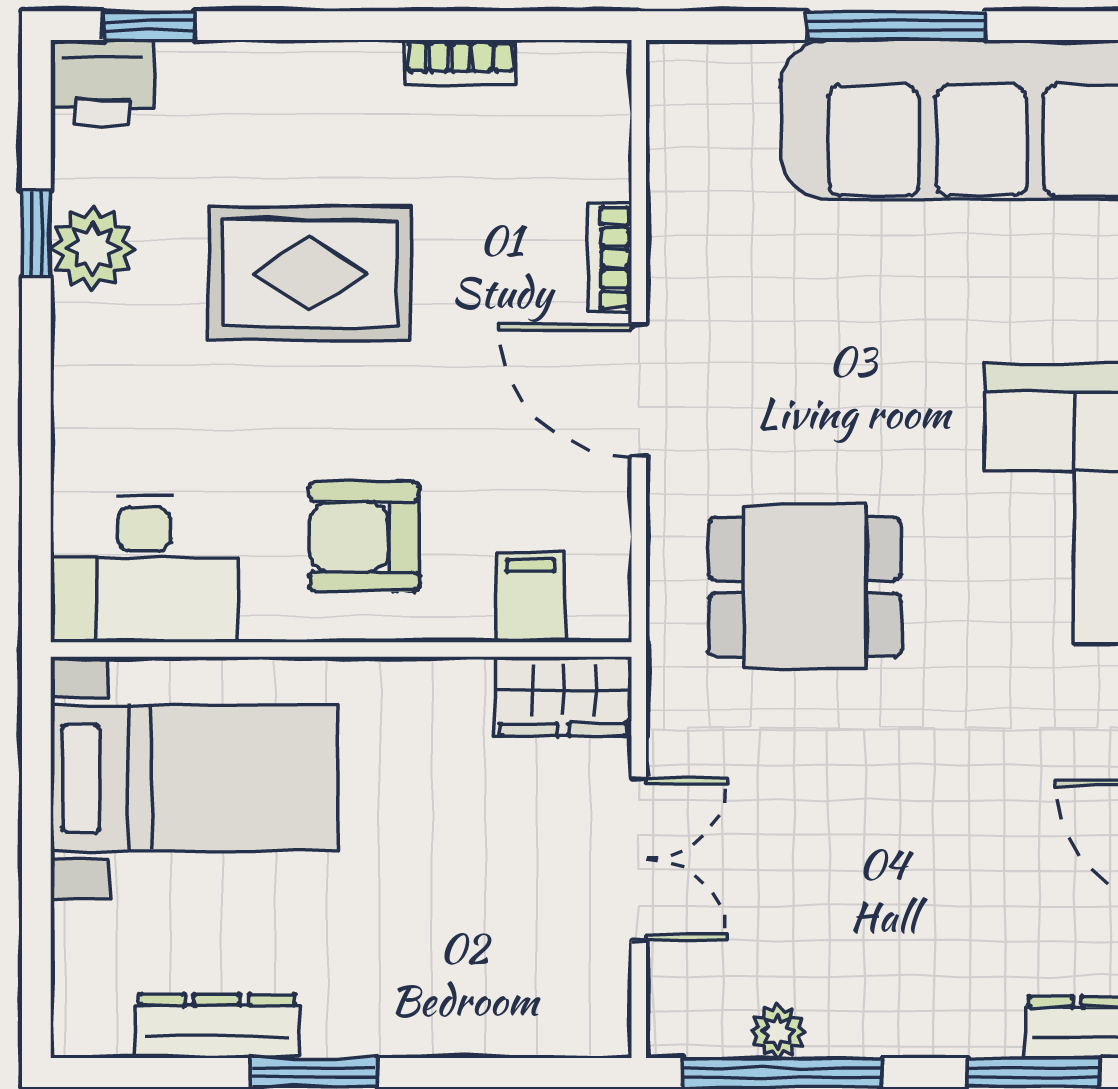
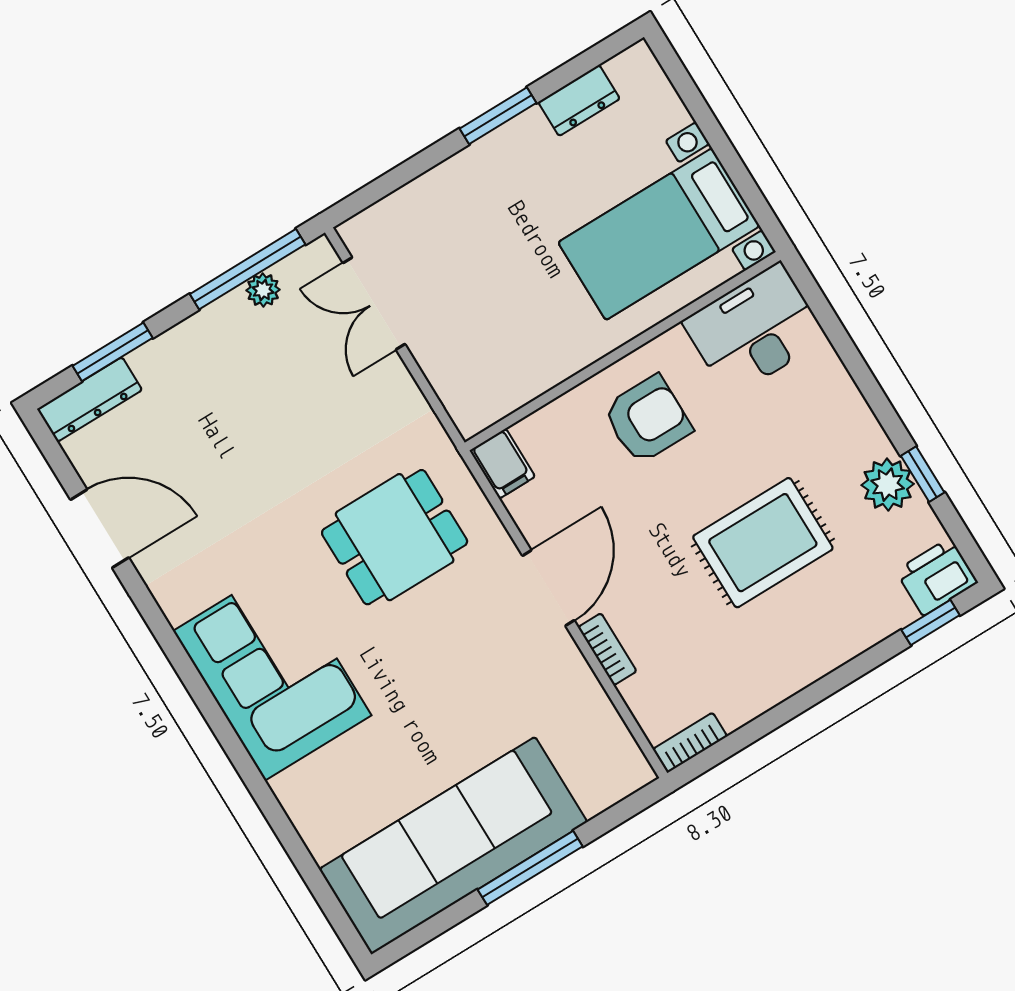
bookcase: (460, 62) -> (690, 743), moved
door: (639, 390) -> (548, 588), hinge flipped
filing cabinet: (531, 597) -> (502, 464), moved
wardrobe: (563, 696) -> (488, 399), removed
double door: (639, 859) -> (374, 303), moved
dresser: (217, 1026) -> (579, 100), width x0.70

